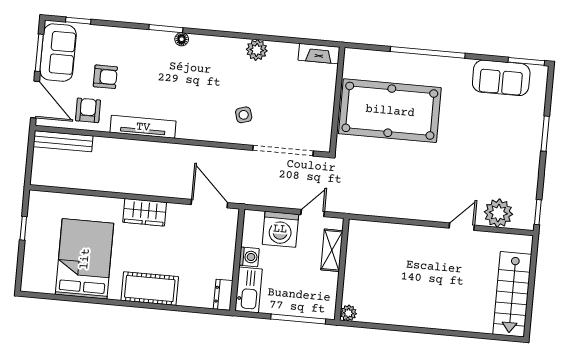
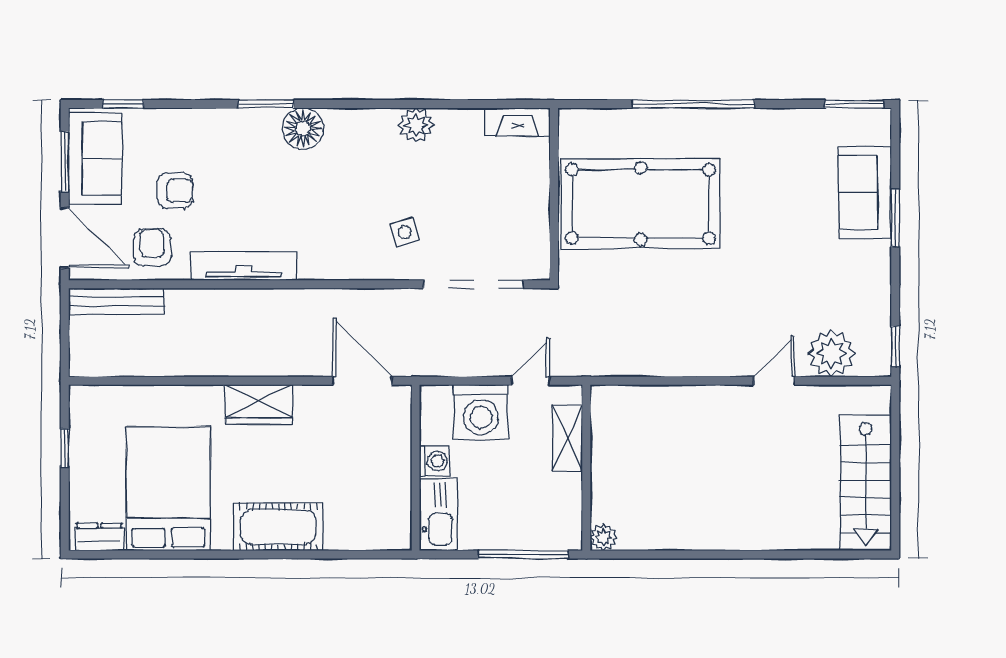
floor lamp: (182, 39) -> (303, 129), width x1.89, depth x1.89
sofa: (501, 78) -> (865, 193), moved, turned 90
dresser: (223, 295) -> (99, 537), moved, turned 90

